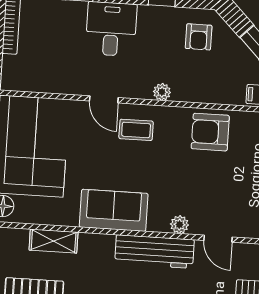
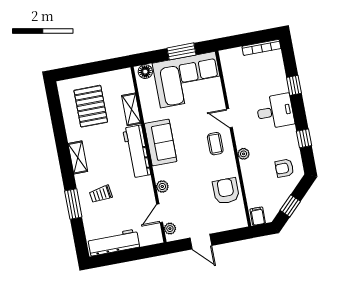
door: (104, 99) -> (229, 118), hinge flipped
plant: (245, 229) -> (170, 229), added
workbench: (154, 251) -> (137, 151), moved

